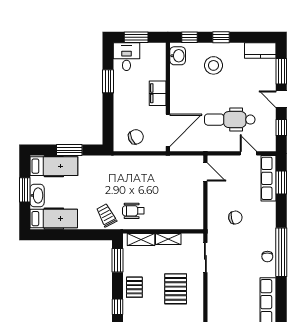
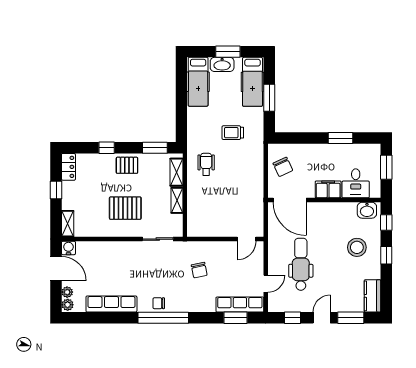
desk: (126, 57) -> (356, 183), moved, turned 90
trolley: (106, 215) -> (233, 133), moved, turned -152

